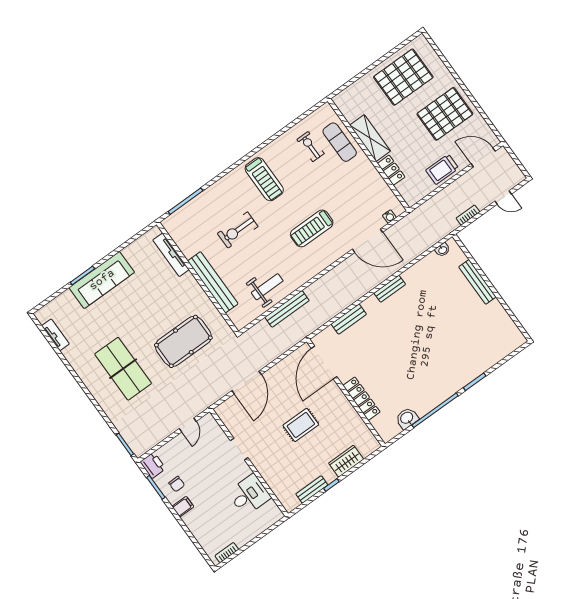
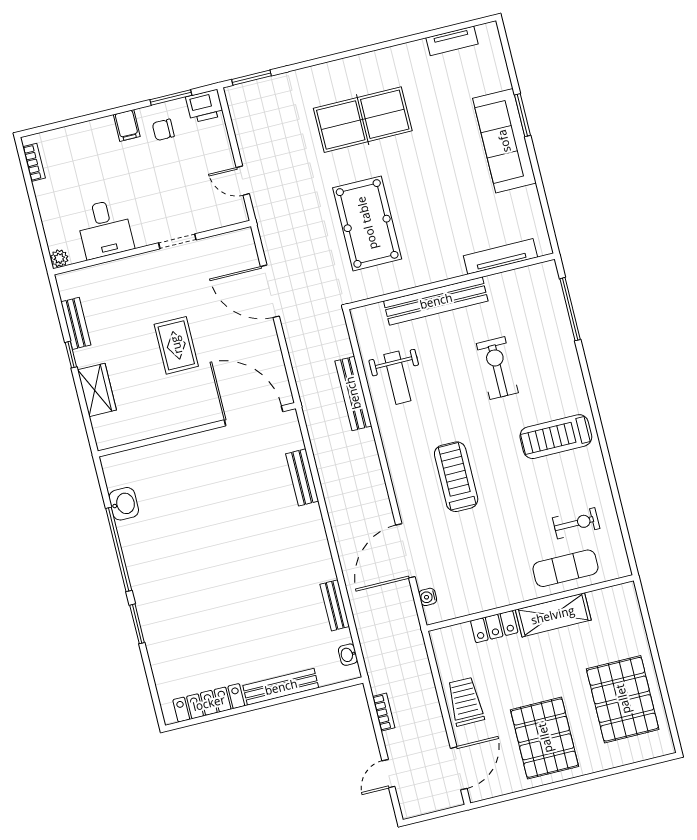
bench: (390, 289) -> (335, 605), moved
locker: (361, 399) -> (209, 703), moved, turned 180
plant: (277, 515) -> (59, 258), added

